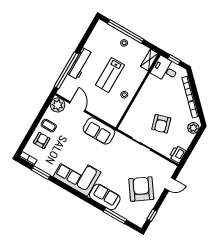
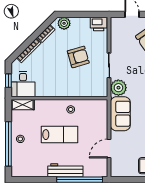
plant: (58, 105) -> (118, 88), moved

